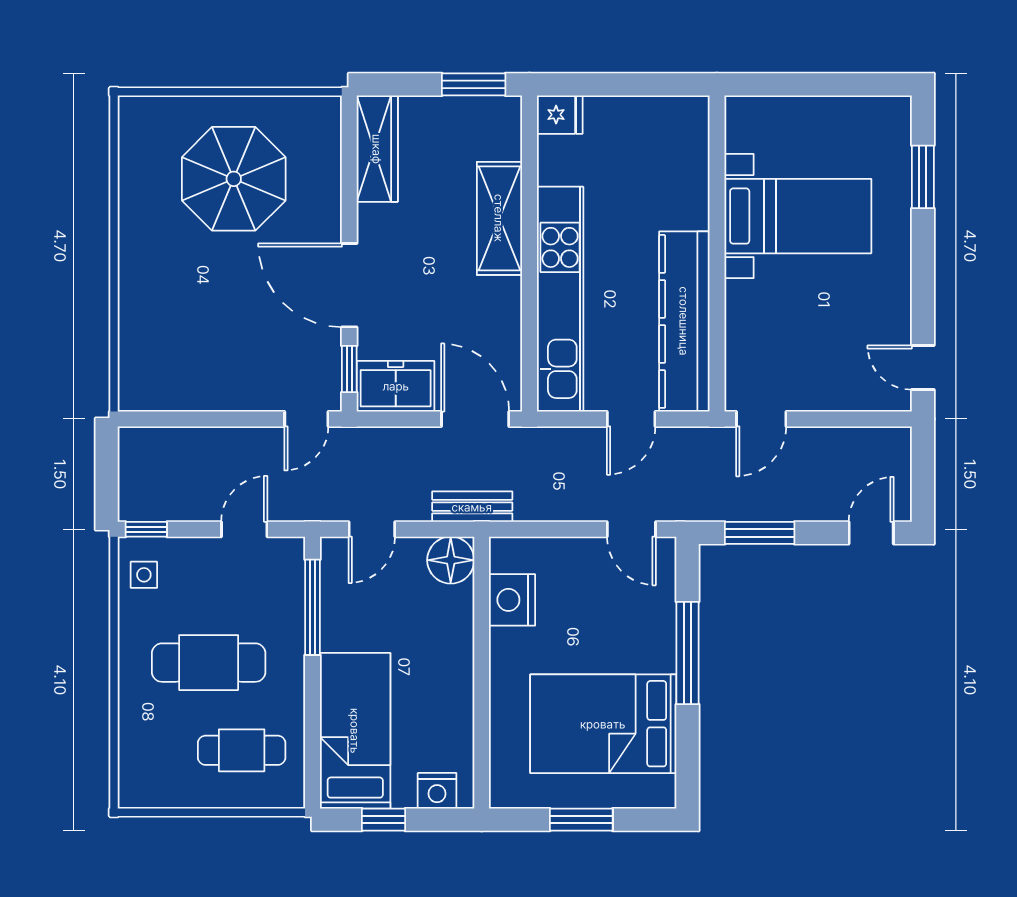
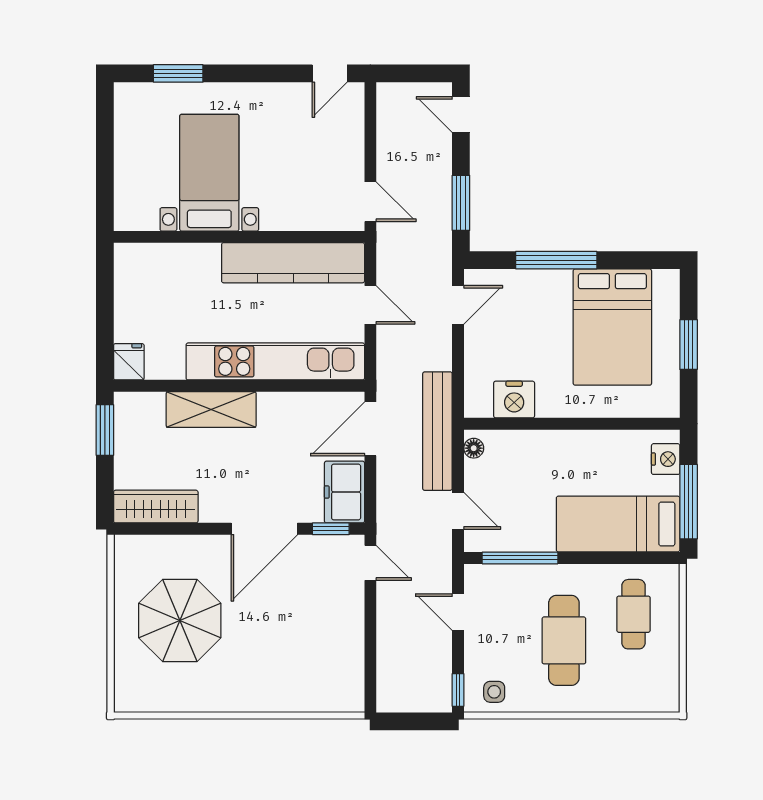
bench: (472, 507) -> (437, 431), width x1.86, depth x1.21
floor lamp: (451, 560) -> (474, 448), width x0.53, depth x0.53
window: (383, 820) -> (689, 502), width x2.17

